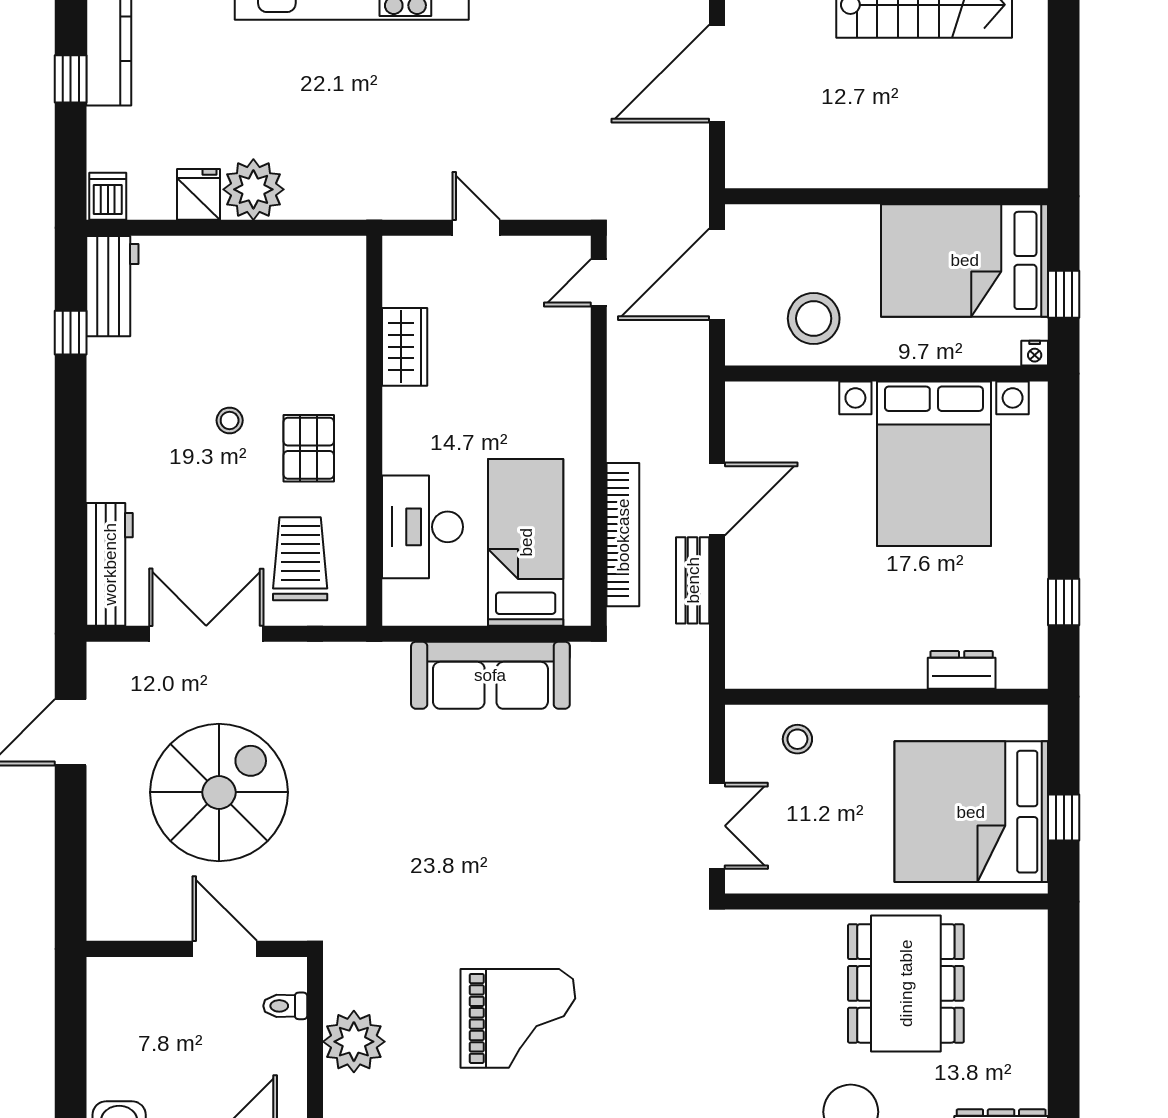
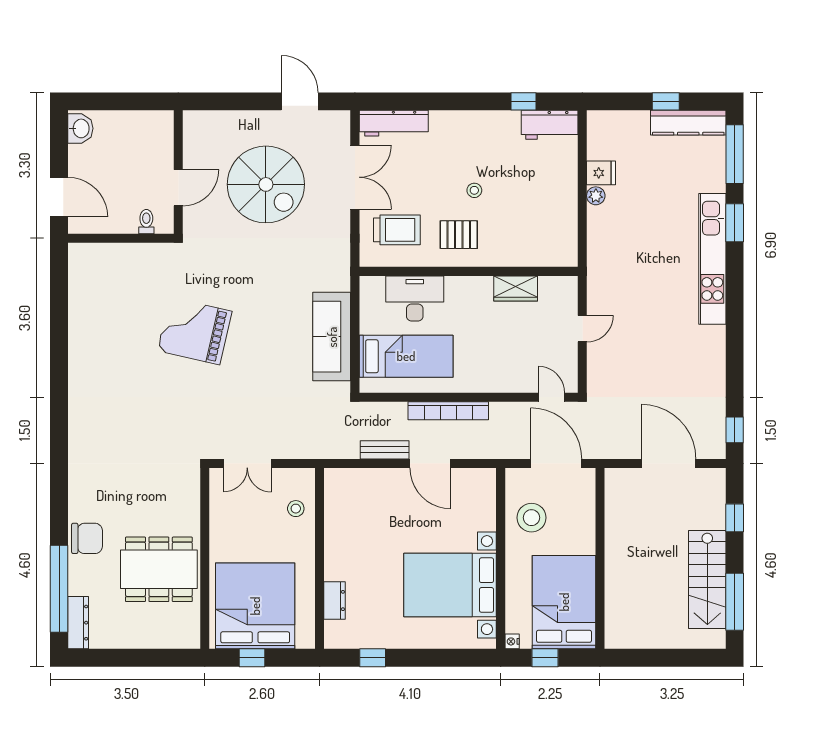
plant: (253, 189) -> (596, 196), width x0.53, depth x0.53
dishwasher: (108, 196) -> (600, 122), removed
bookcase: (623, 535) -> (448, 411), moved
grand piano: (518, 1018) -> (195, 331), moved, turned 103
plant: (354, 1042) -> (126, 260), removed

